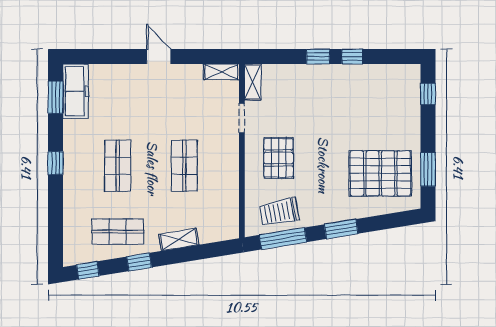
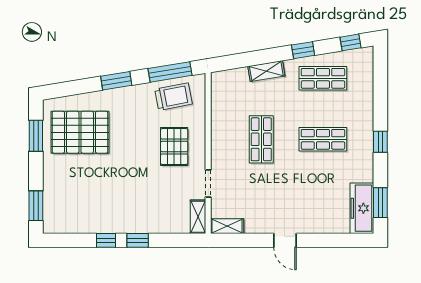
window: (428, 94) -> (36, 206), width x1.50
shop shelf: (118, 166) -> (323, 139), turned 90

